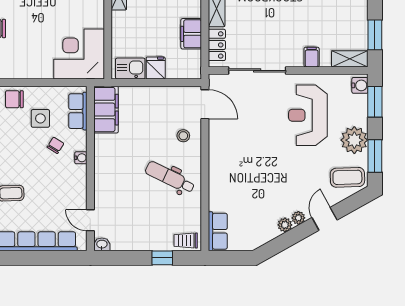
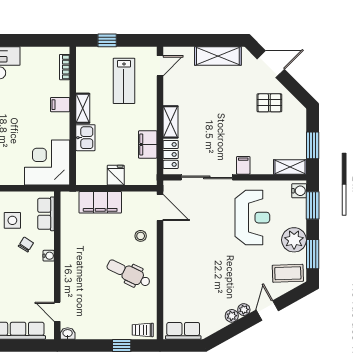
filing cabinet: (312, 57) -> (243, 165), moved
kitchen sink: (130, 69) -> (85, 138), moved, turned 90
filing cabinet: (106, 110) -> (100, 202), moved, turned 90
reception desk: (308, 115) -> (252, 218), turned 180
row of seats: (218, 231) -> (183, 331), moved, turned -90

